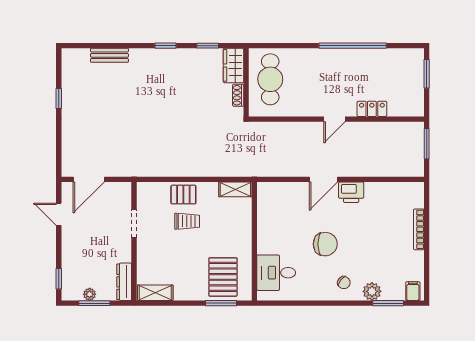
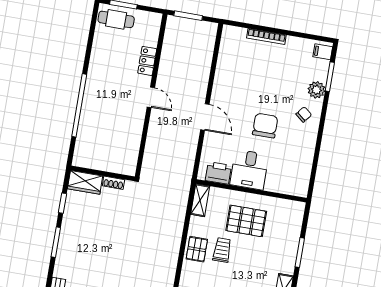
window: (166, 46) -> (56, 242), width x1.50
window: (353, 46) -> (79, 105), moved
cafe table: (270, 79) -> (116, 19), moved, width x0.73, depth x0.74
printer: (351, 192) -> (218, 173), moved, turned -90
desk: (276, 273) -> (249, 170), moved
pallet: (223, 277) -> (246, 221), moved
window: (221, 303) -> (300, 253), moved

